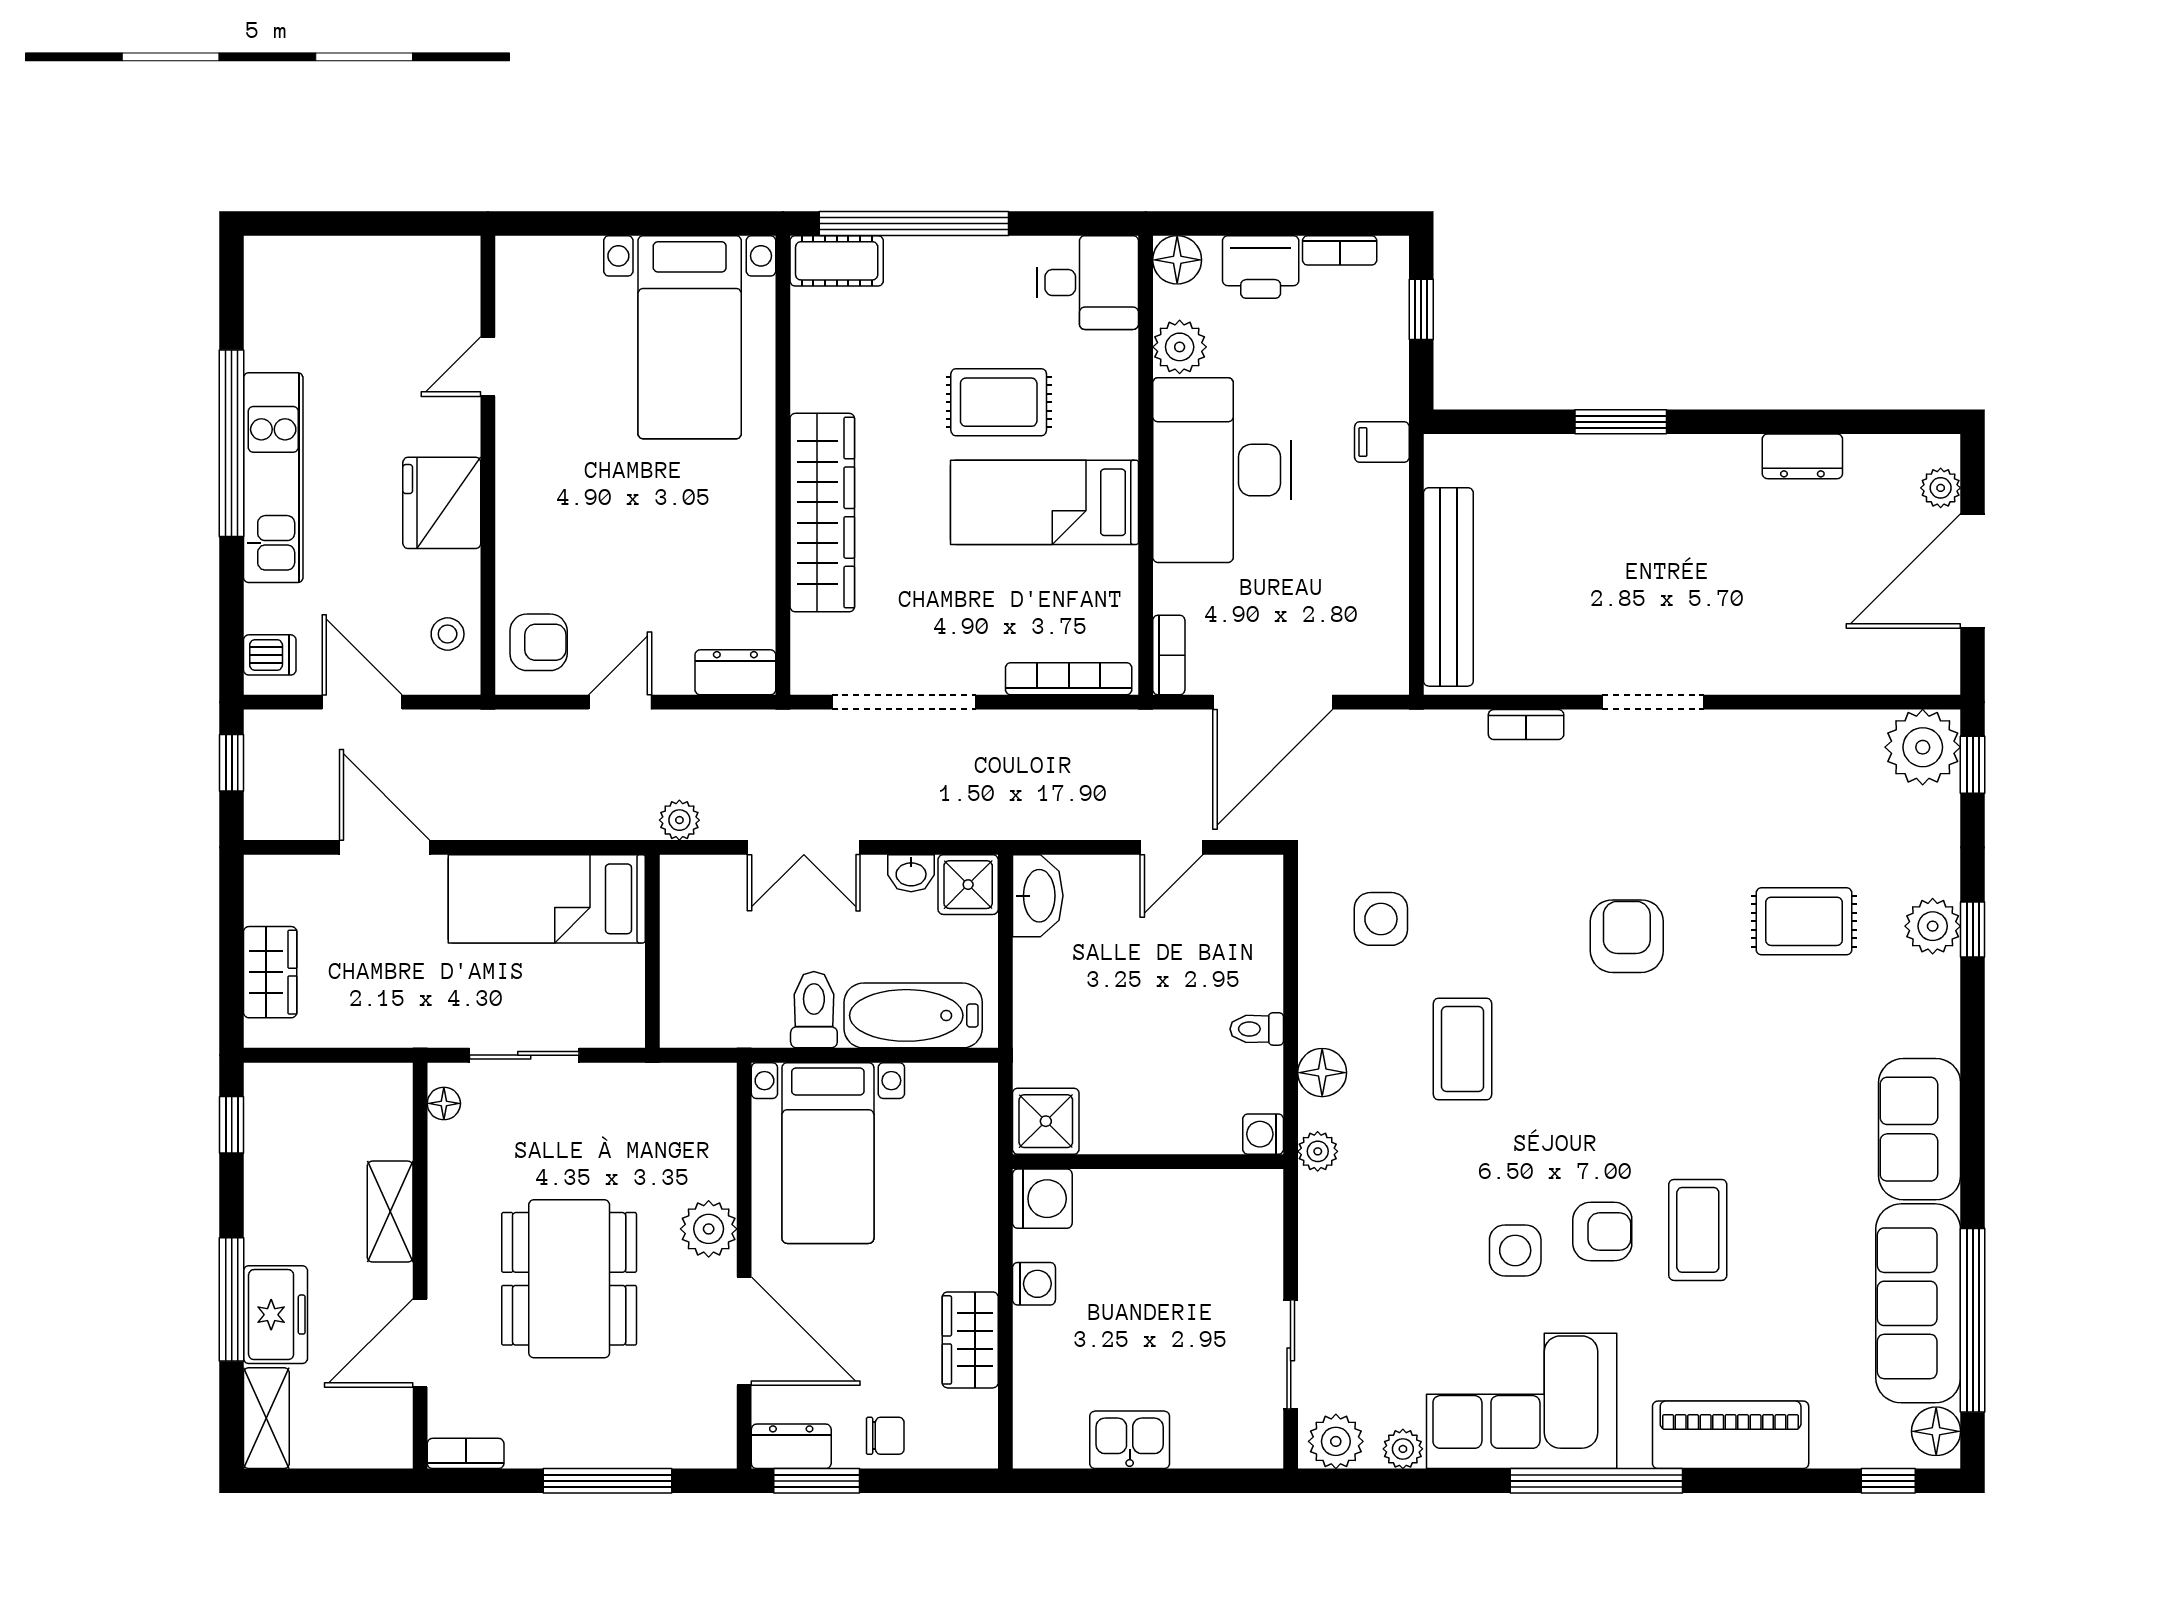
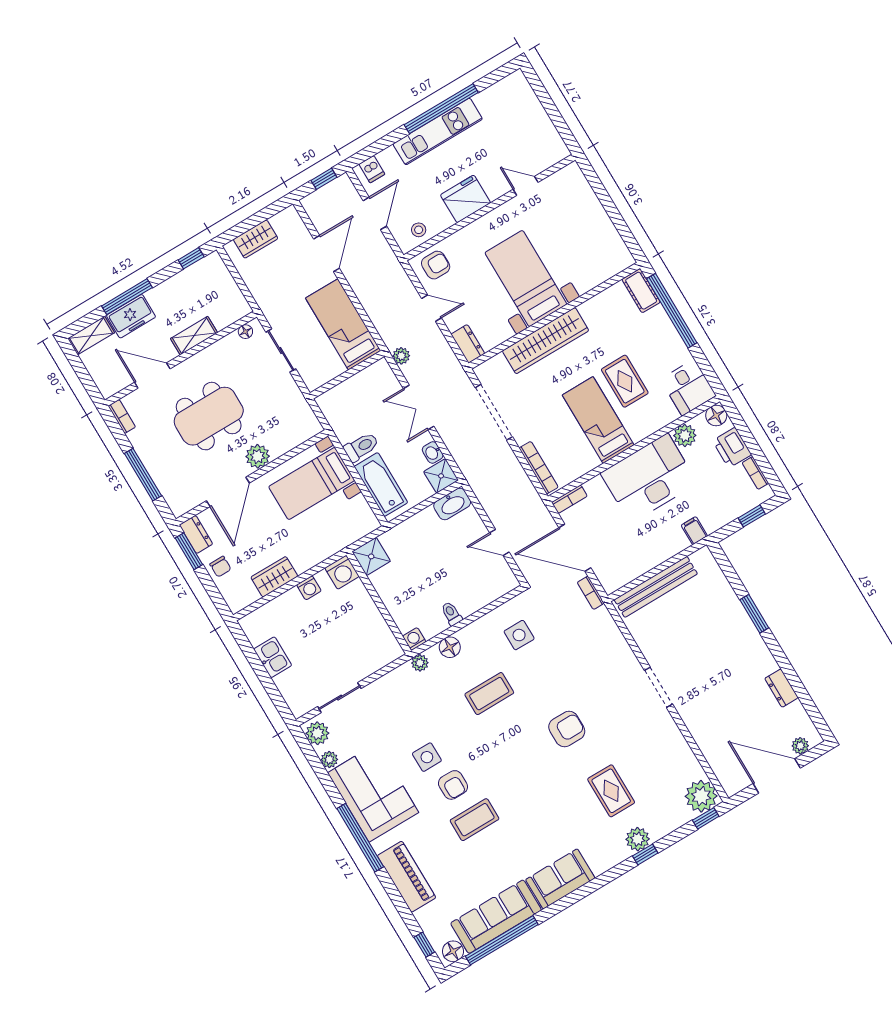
bed with nightstands: (690, 337) -> (526, 278), moved, turned 90
armchair: (539, 642) -> (436, 265), turned -90
bookcase: (1526, 725) -> (591, 593), moved

